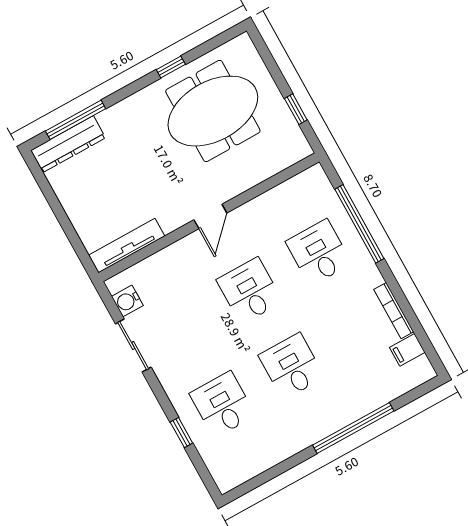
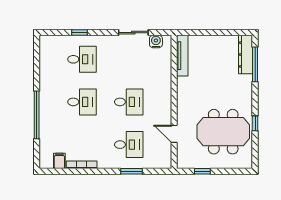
meeting table: (213, 111) -> (223, 132), turned 90
door: (210, 216) -> (174, 134), moved
window: (359, 224) -> (132, 171), width x0.47

